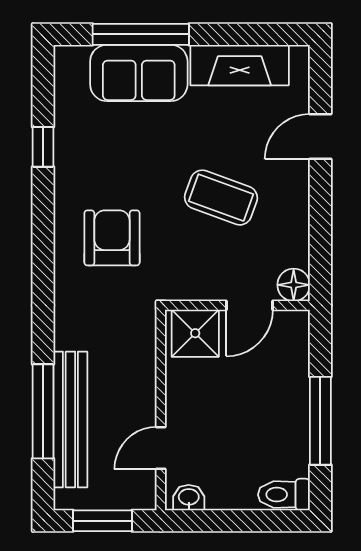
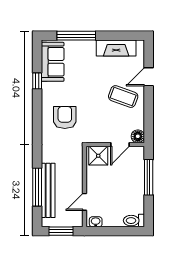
sofa: (139, 73) -> (53, 62), moved, turned -90
coffee table: (221, 198) -> (123, 97), moved
window: (320, 421) -> (149, 177), moved

